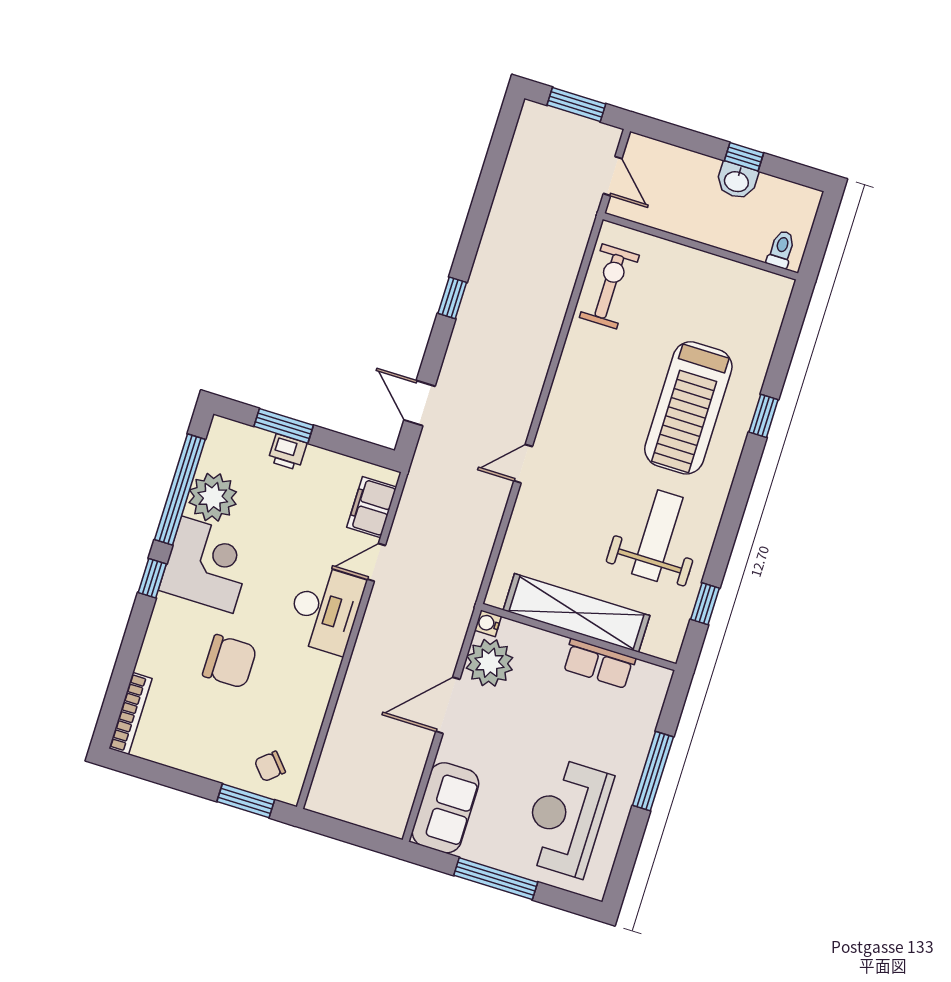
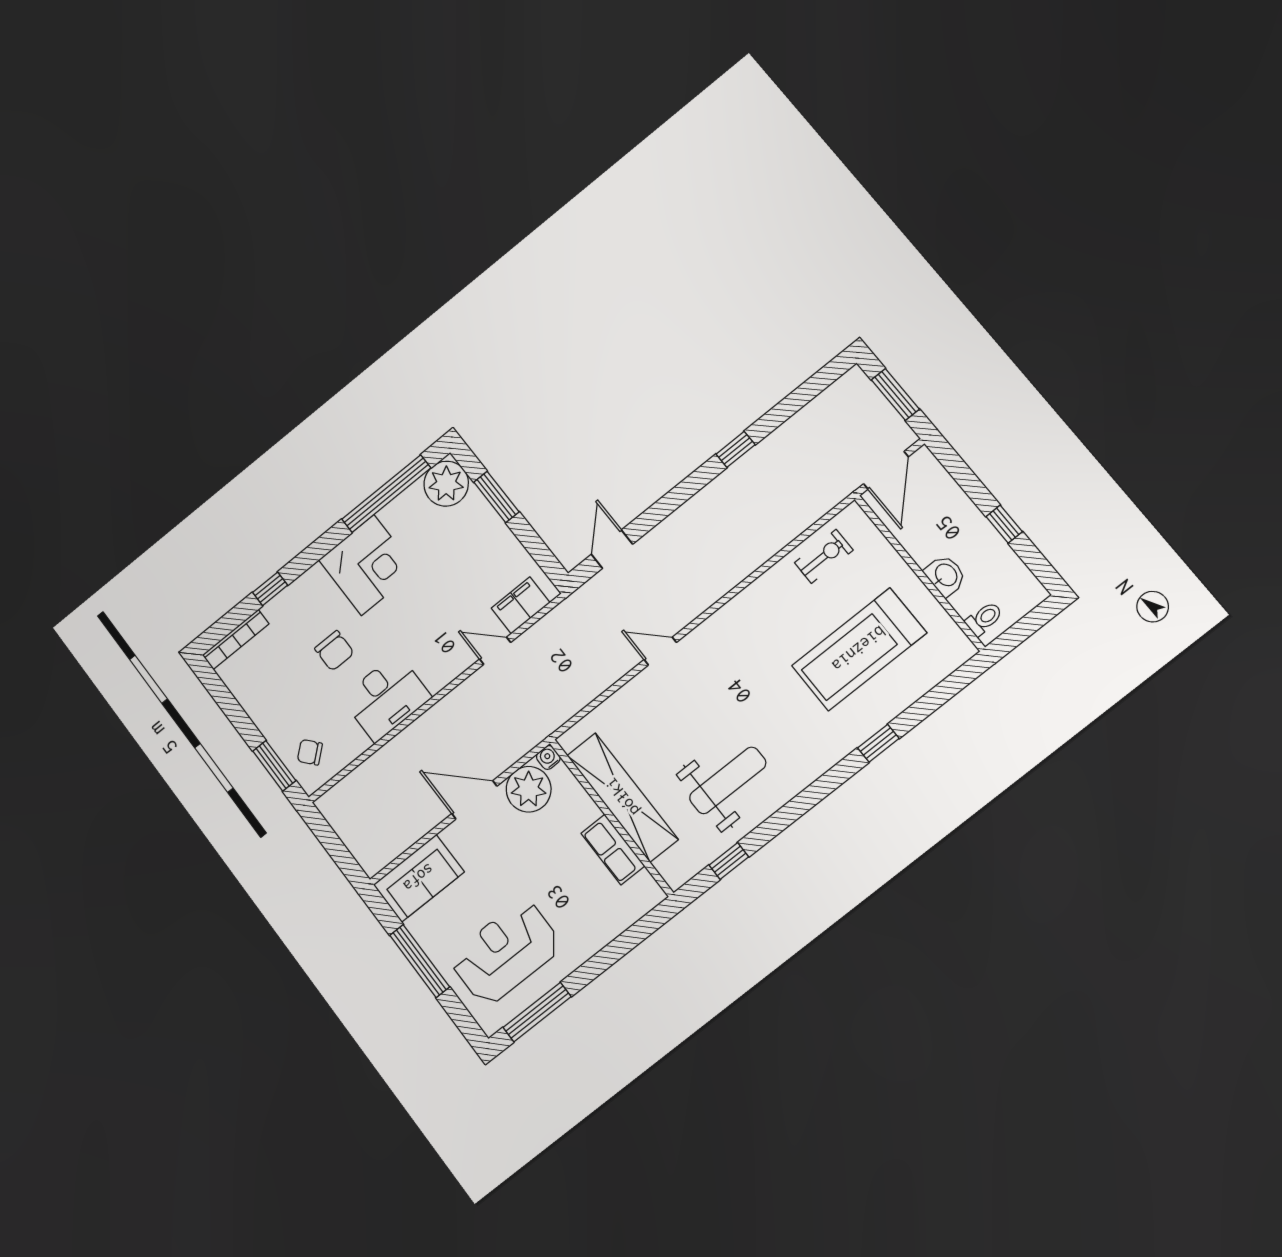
door: (613, 176) -> (886, 470), width x1.38
washbasin: (737, 181) -> (945, 575), moved, turned 180
exercise bike: (609, 286) -> (824, 556), width x0.73, depth x0.72
window: (452, 298) -> (736, 449), moved
treadmill: (688, 408) -> (859, 649), moved
printer: (287, 452) -> (486, 519), removed
plant: (213, 497) -> (446, 484), moved
window: (152, 578) -> (270, 589), moved
desk: (325, 609) -> (386, 698), moved
chair: (230, 661) -> (334, 651), width x0.73, depth x0.73
window: (653, 771) -> (537, 1012), moved

